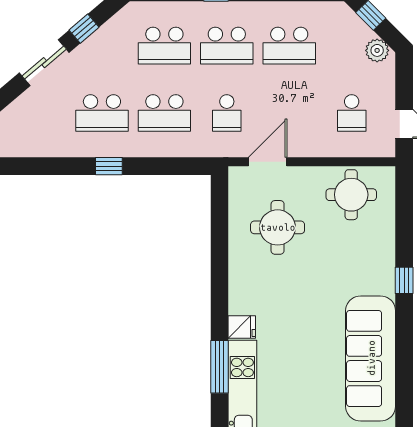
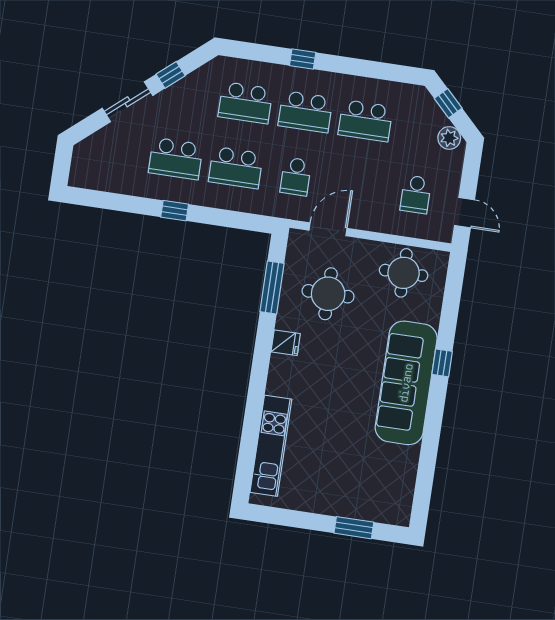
fridge: (242, 327) -> (286, 343), moved
sofa: (371, 358) -> (406, 383), moved
window: (219, 367) -> (272, 287), moved

